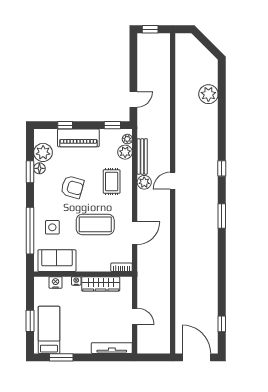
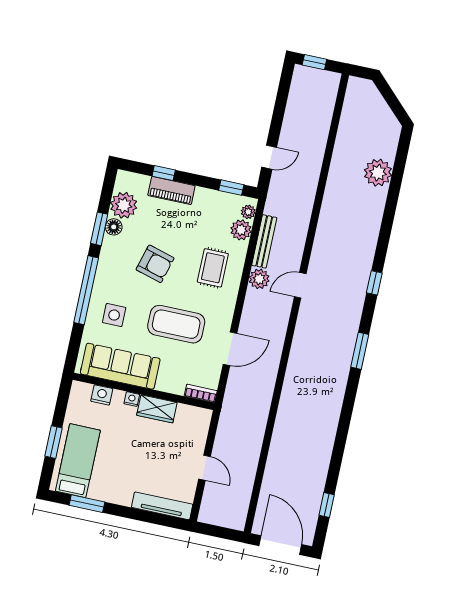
piano: (78, 138) -> (171, 191), width x0.73, depth x0.75
window: (30, 231) -> (86, 290), moved
sofa: (57, 261) -> (120, 366), width x1.36
wardrobe: (101, 284) -> (157, 409), width x0.67

